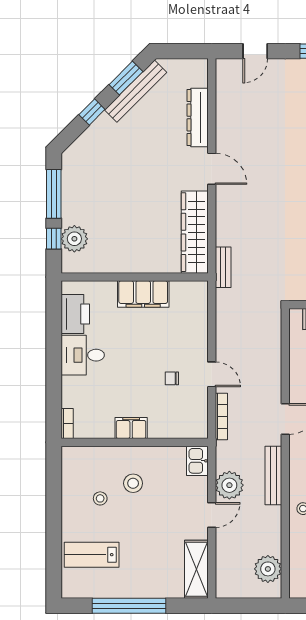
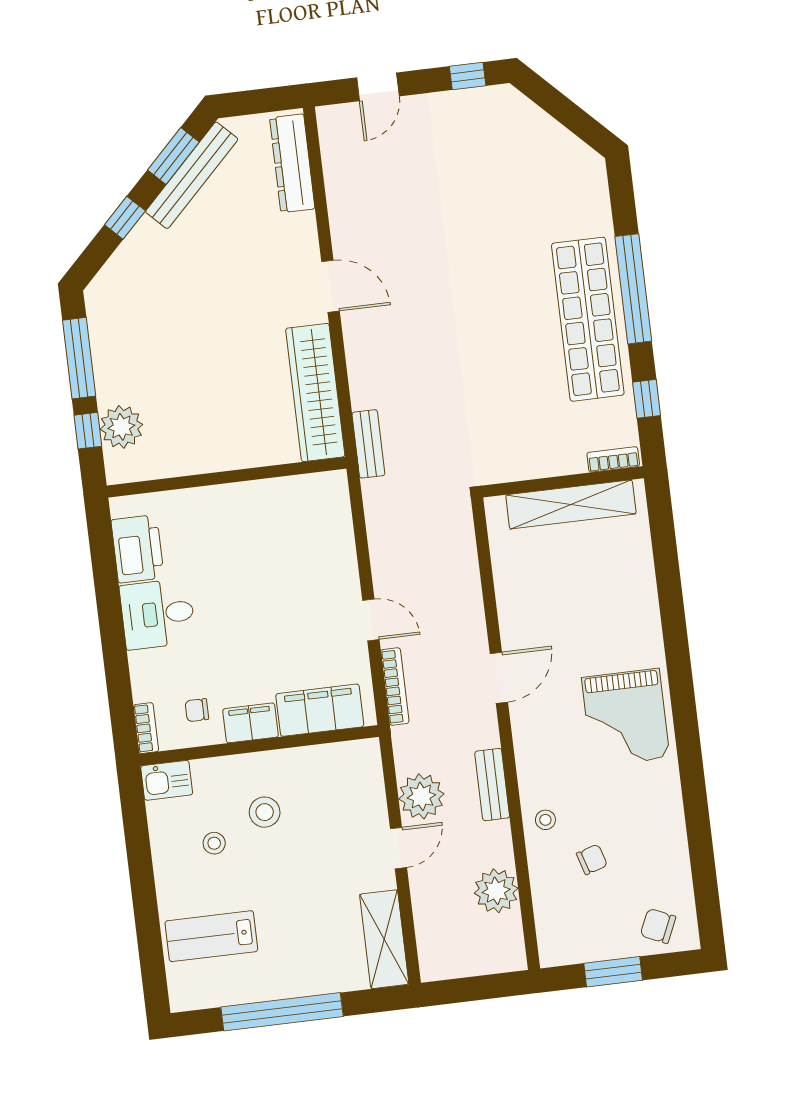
dresser: (198, 117) -> (292, 163), moved
filing cabinet: (143, 294) -> (320, 710), moved, turned 180
chair: (172, 378) -> (197, 710), moved
kitchen sink: (197, 461) -> (167, 780), moved, turned -90
bench: (273, 475) -> (492, 785), width x0.73
plant: (268, 569) -> (496, 891), moved

